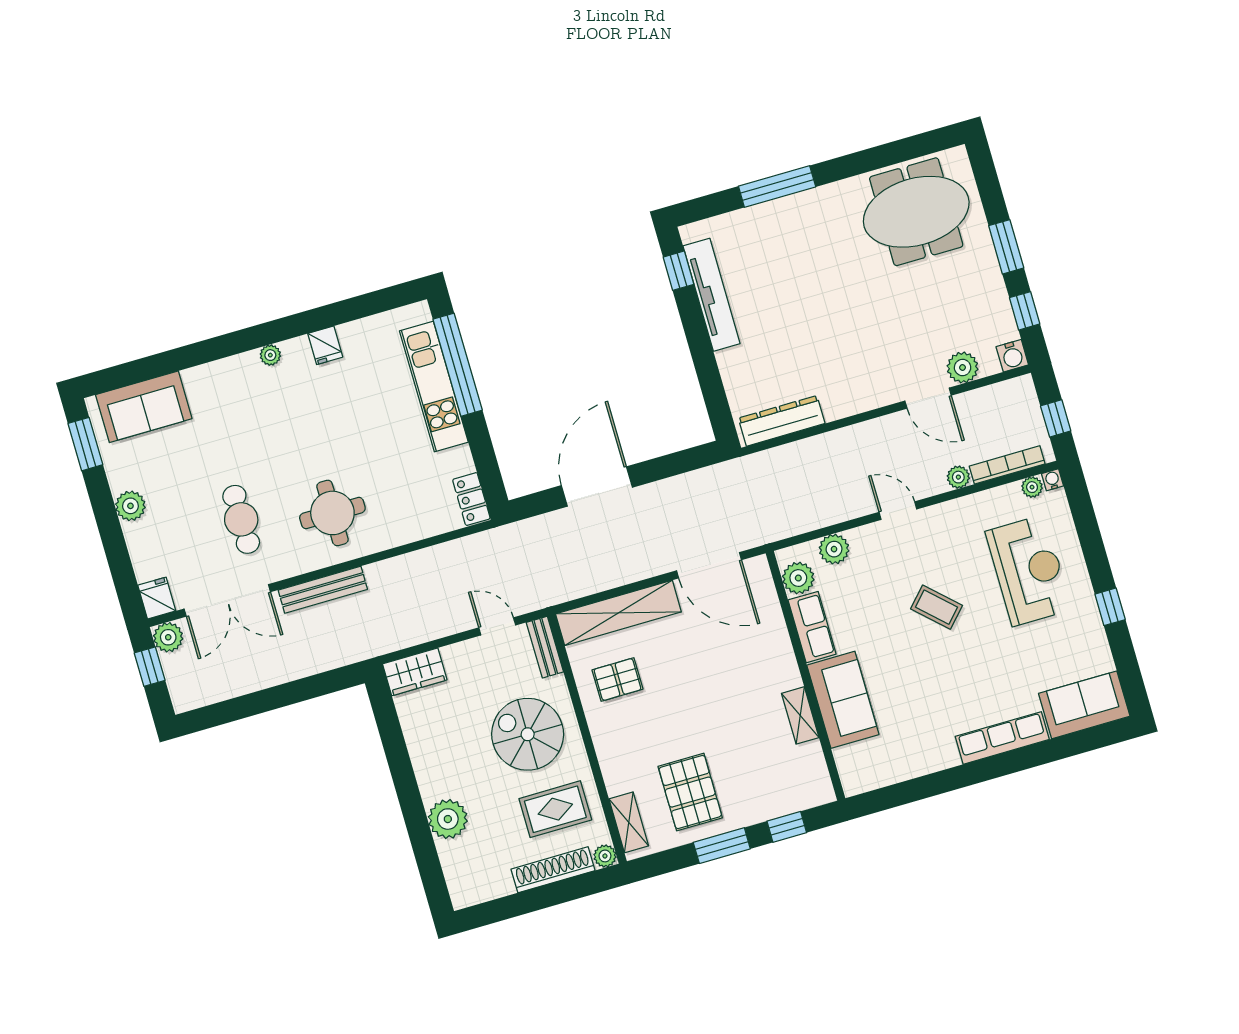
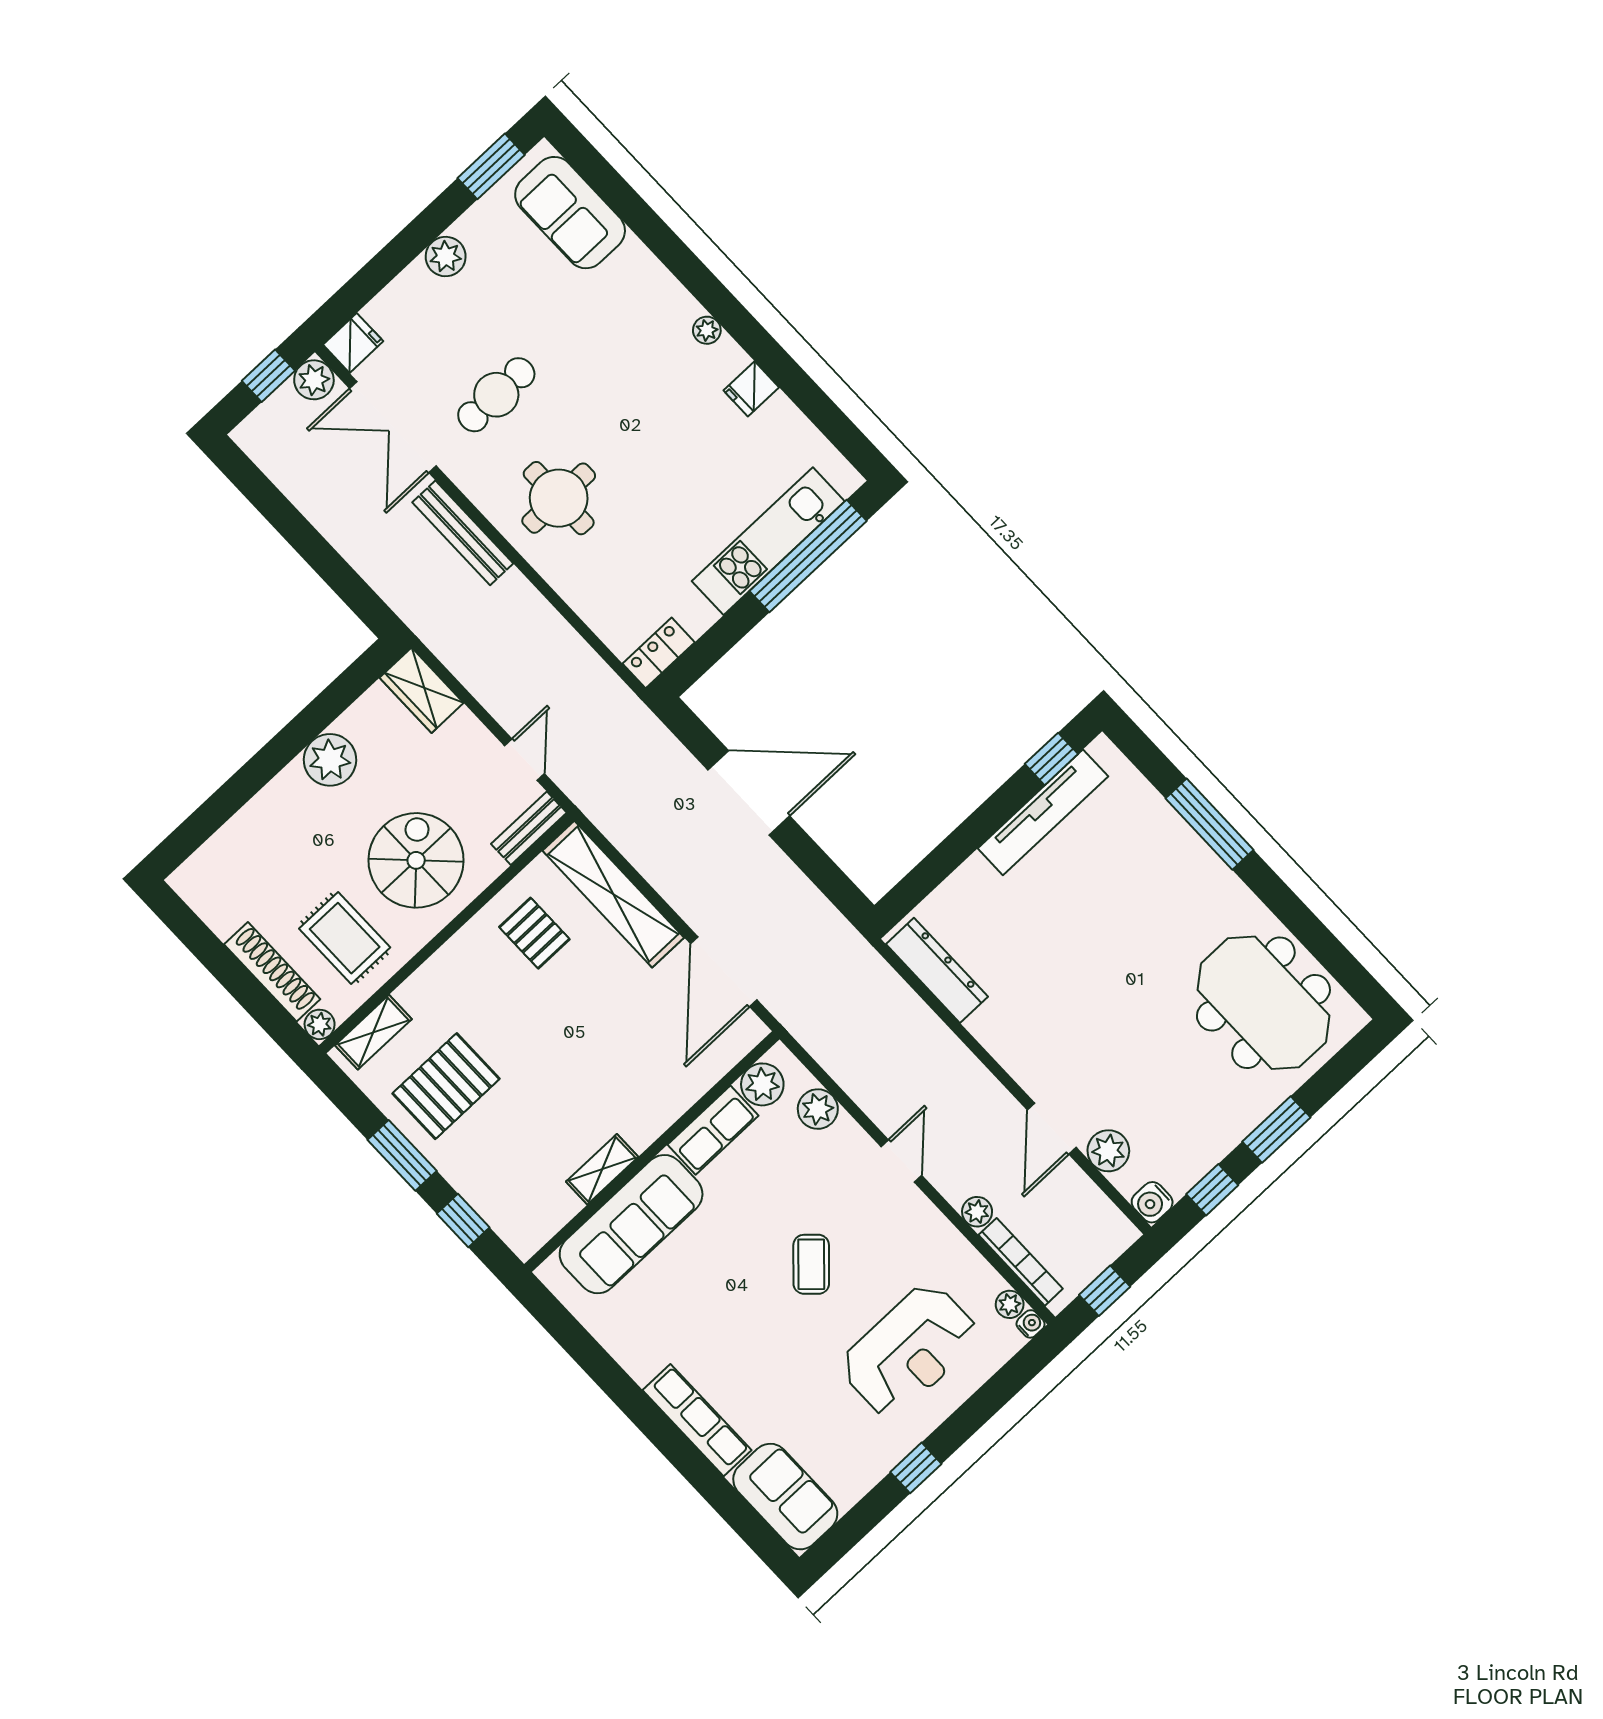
sofa: (843, 700) -> (631, 1224), width x1.36
plant: (448, 819) -> (330, 760), moved

